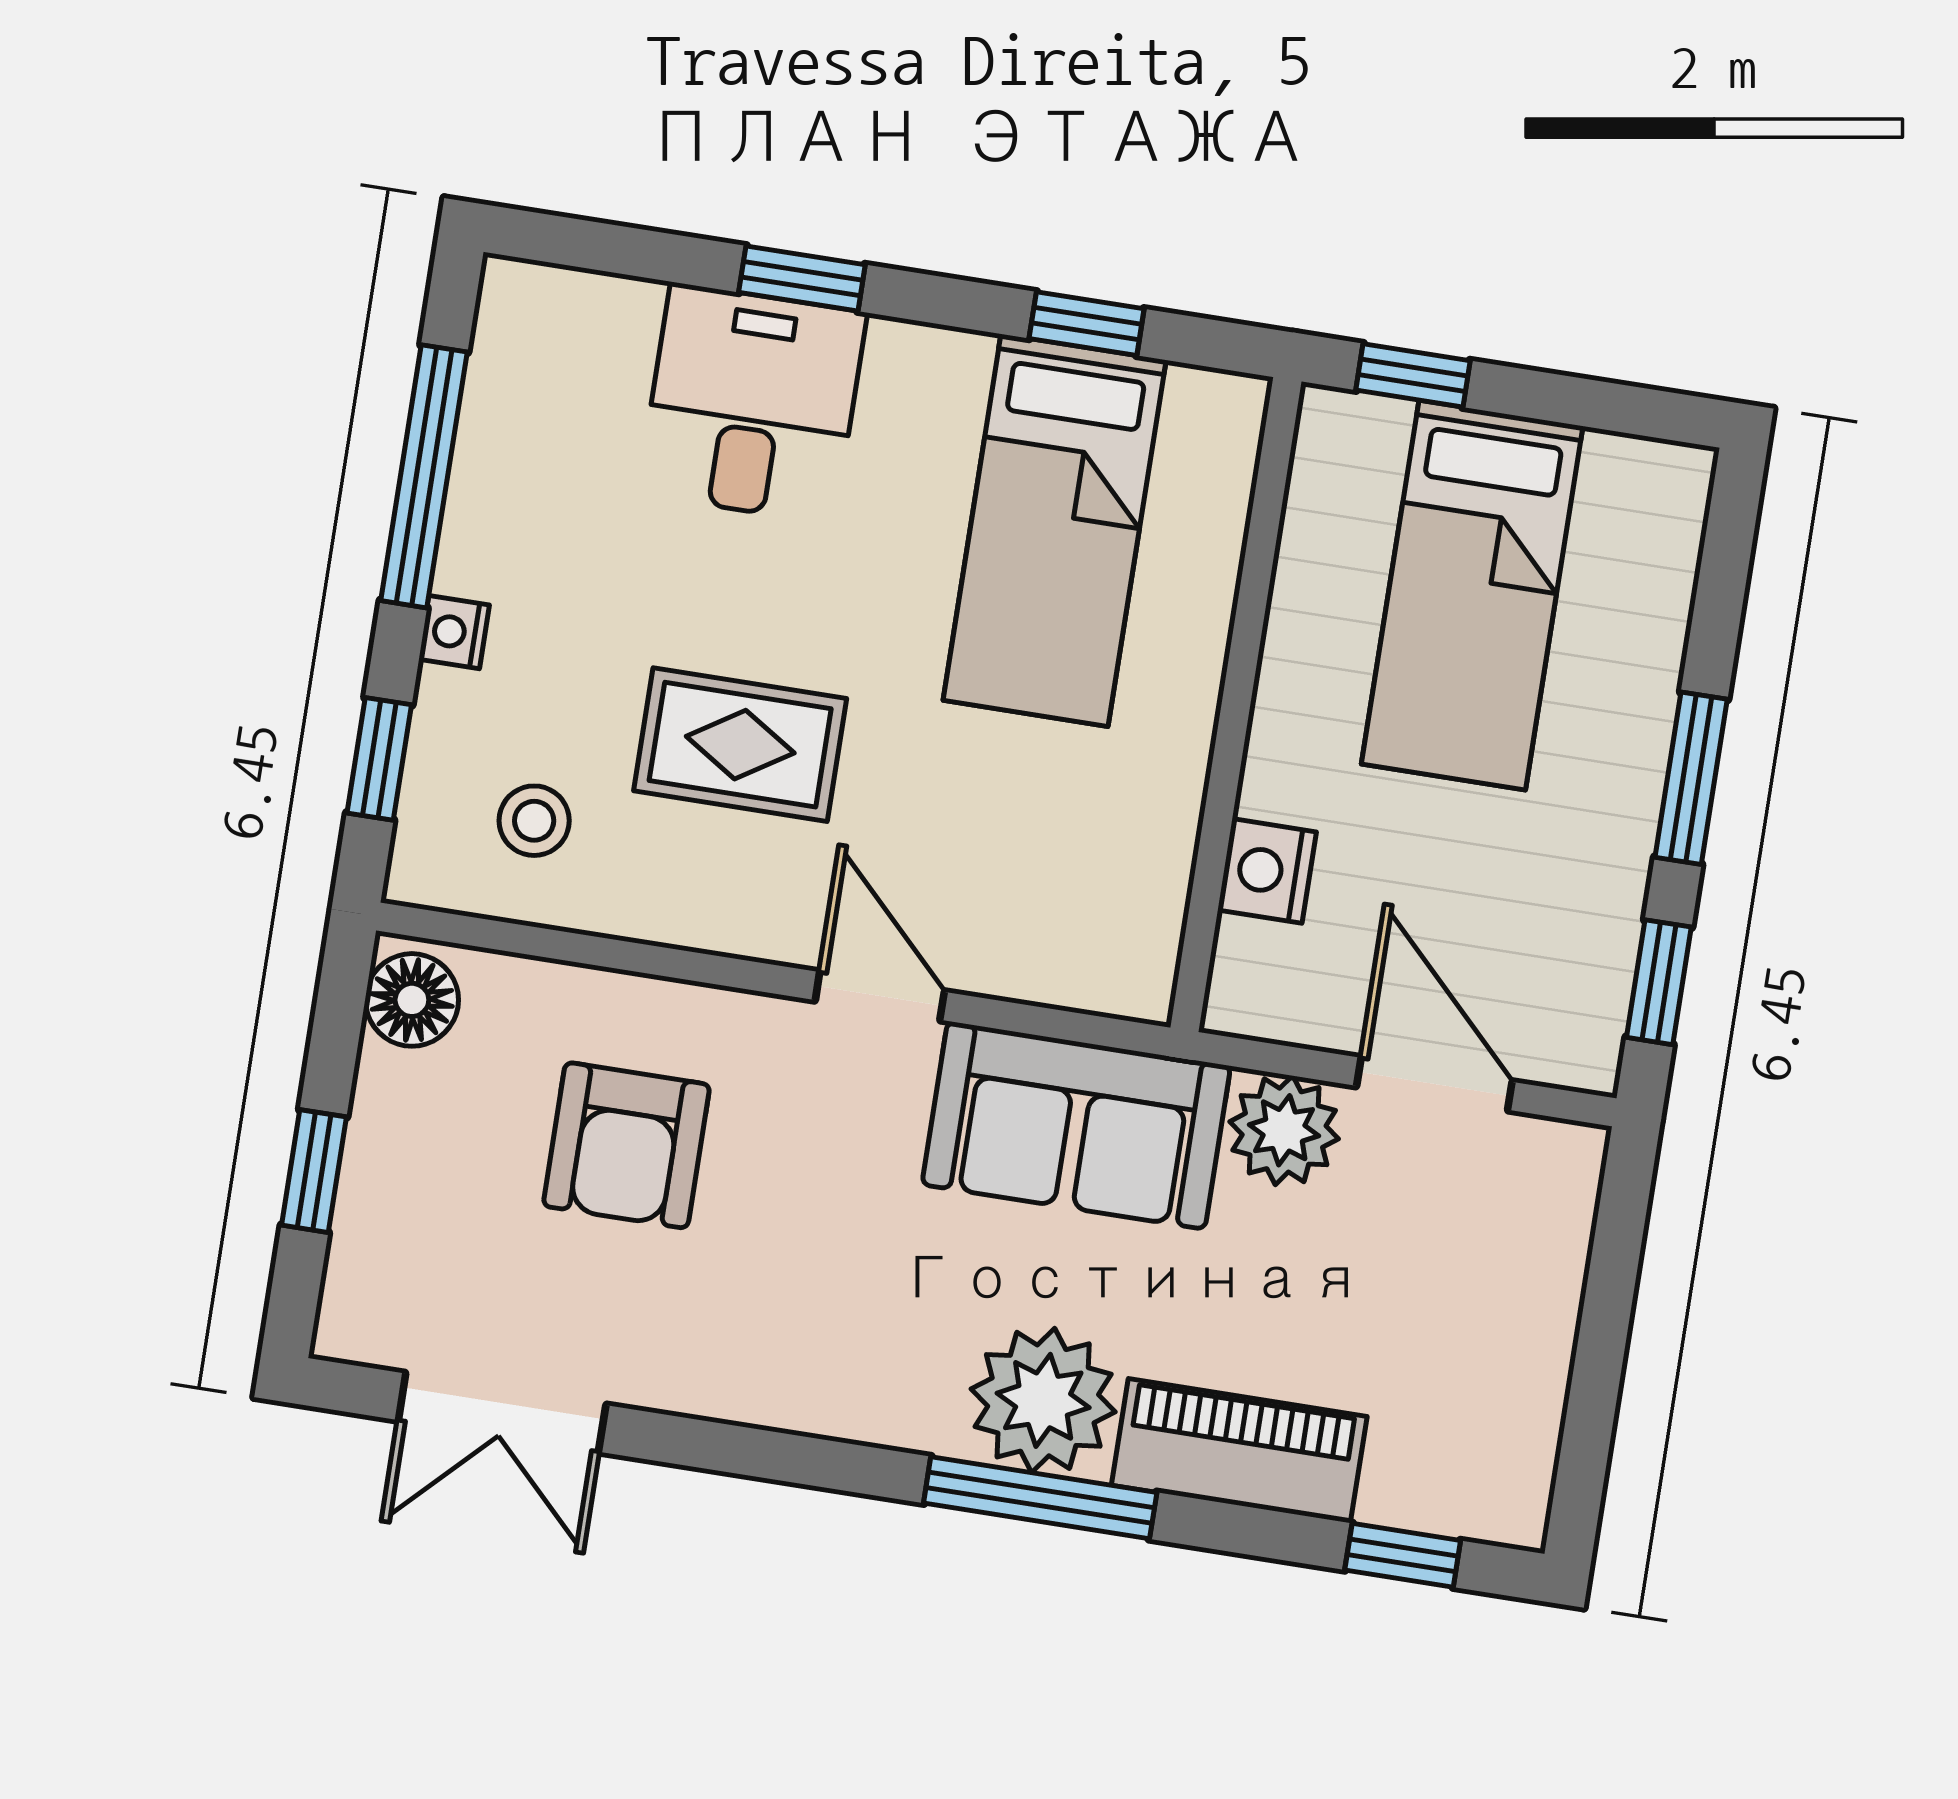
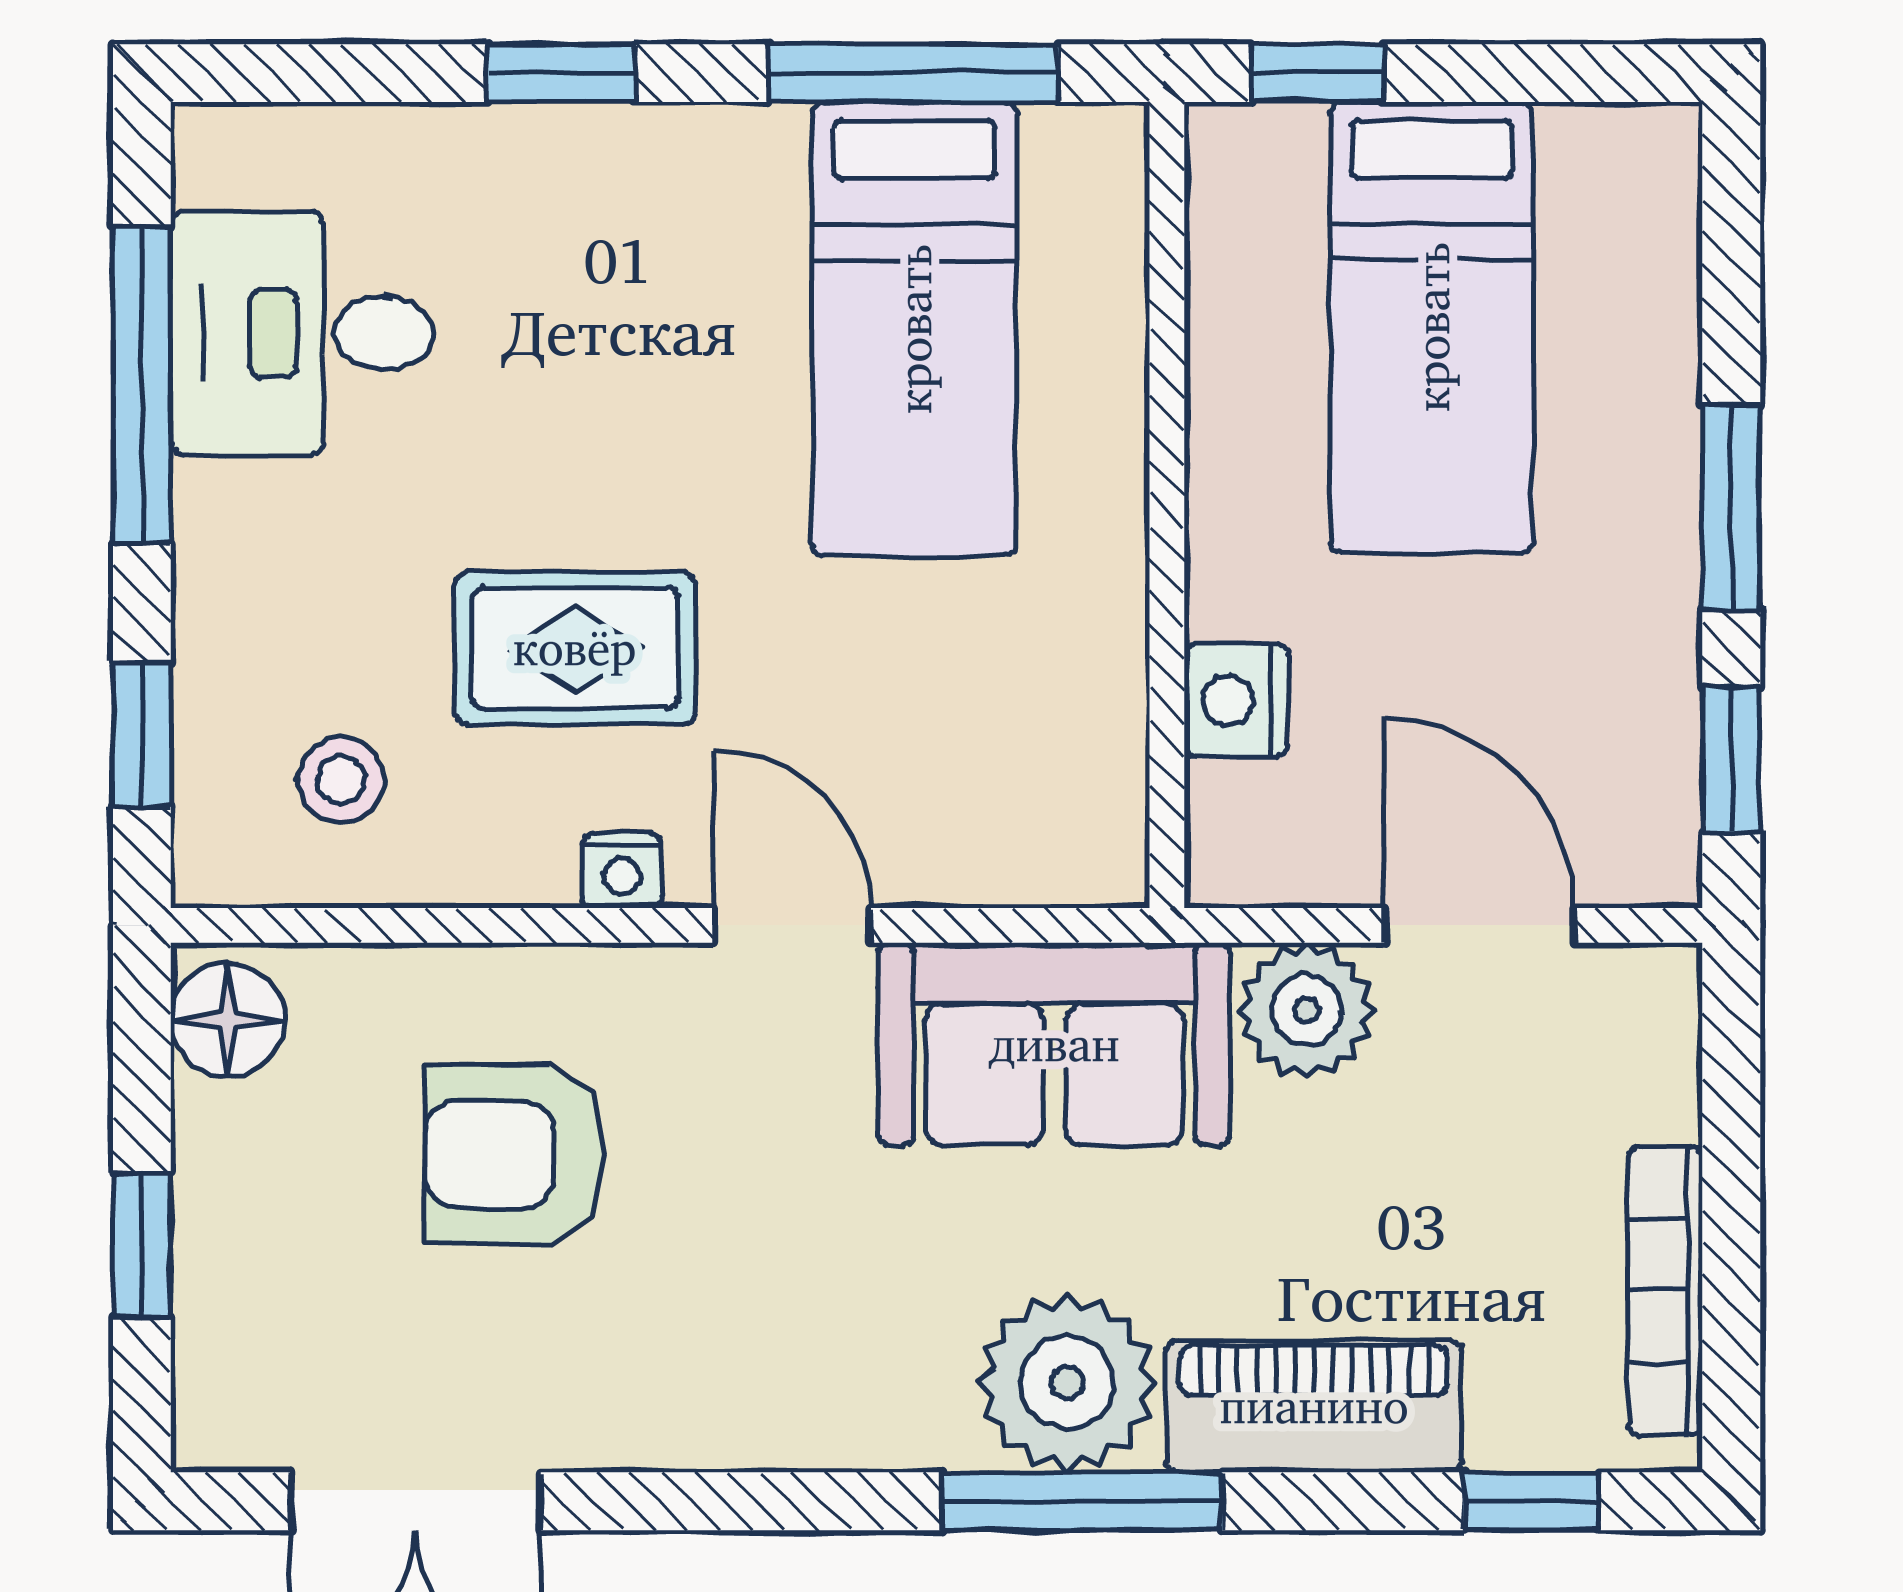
window: (1087, 324) -> (913, 73), width x2.17
desk: (752, 403) -> (302, 333), moved, turned -90
nightstand: (454, 632) -> (622, 871), moved, turned -90
armchair: (626, 1145) -> (515, 1154), turned 90
bookcase: (1538, 1403) -> (1665, 1291), added

